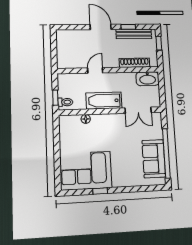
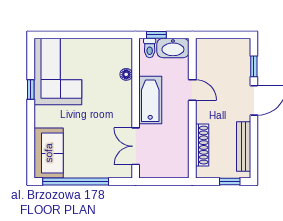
window: (128, 27) -> (254, 66), moved
washbasin: (148, 79) -> (173, 48), moved, turned -90
sofa: (154, 159) -> (49, 153), moved, turned 90

